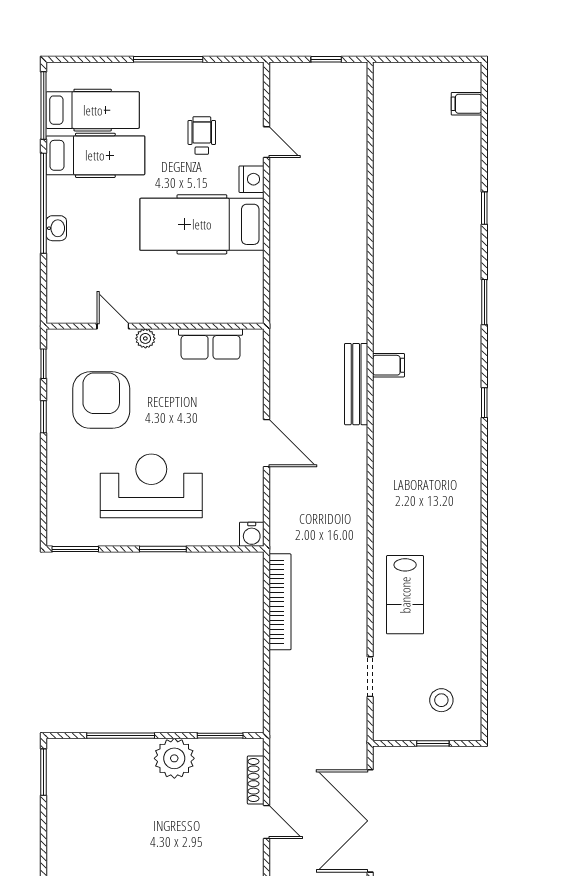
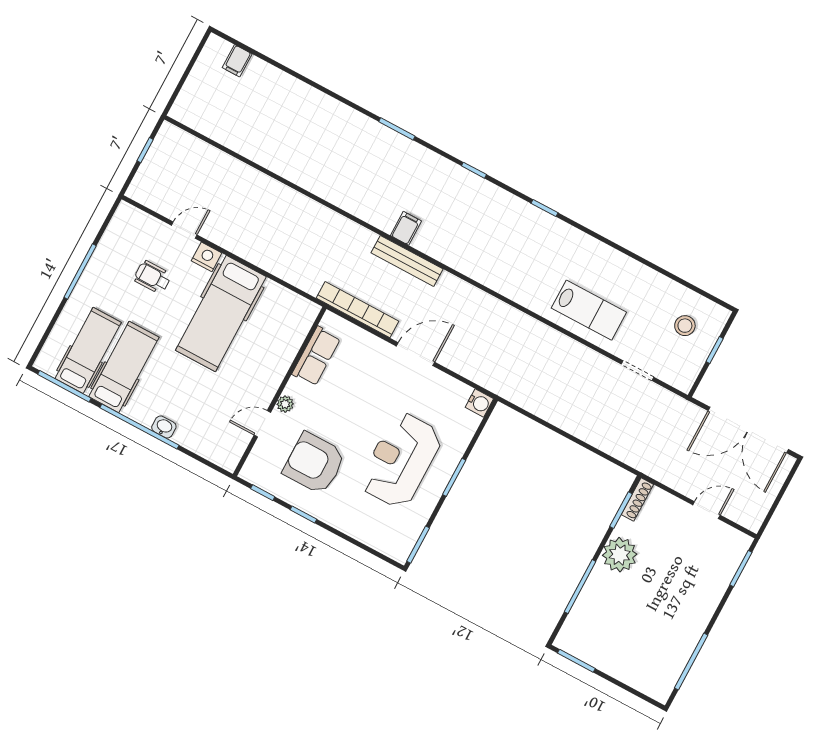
window: (484, 208) -> (544, 208), moved
bookcase: (280, 602) -> (357, 310), moved
shoe rack: (256, 780) -> (637, 500), moved, turned -90

